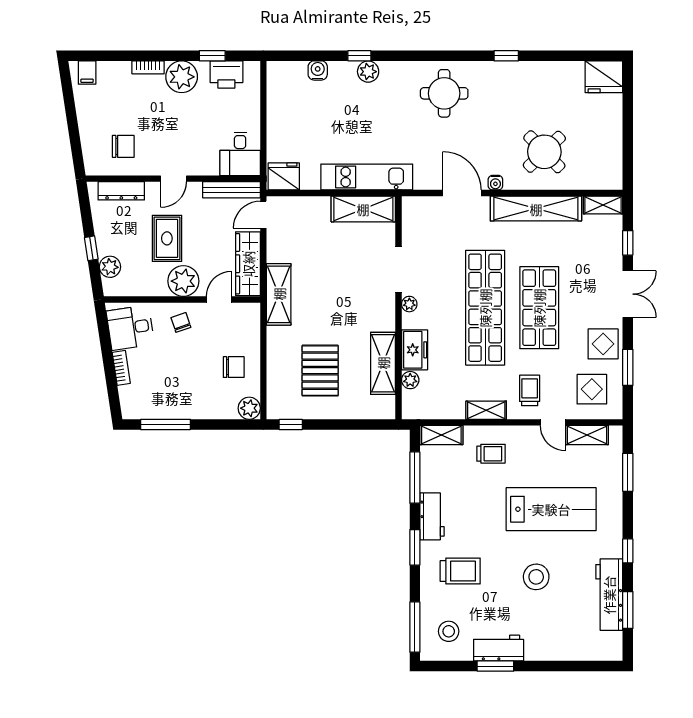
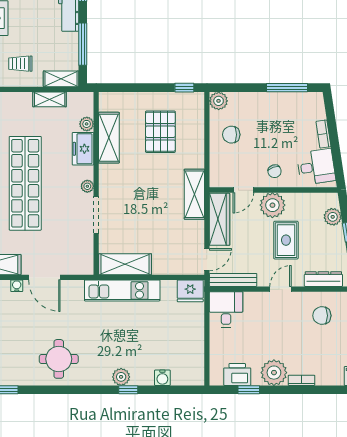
shelving: (486, 410) -> (50, 99), moved

